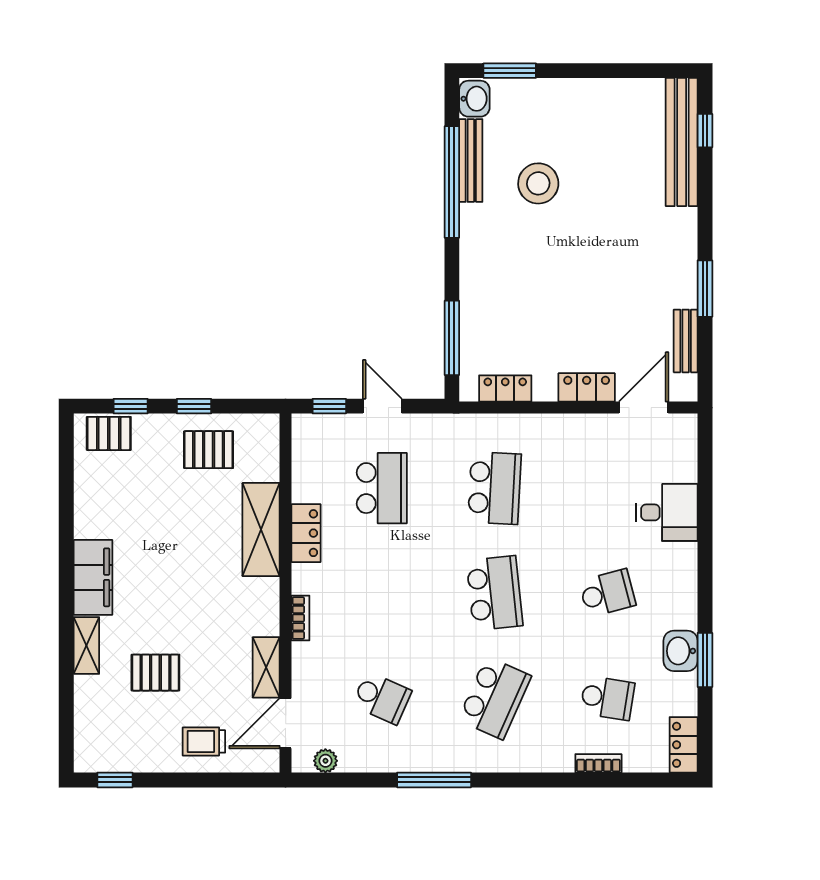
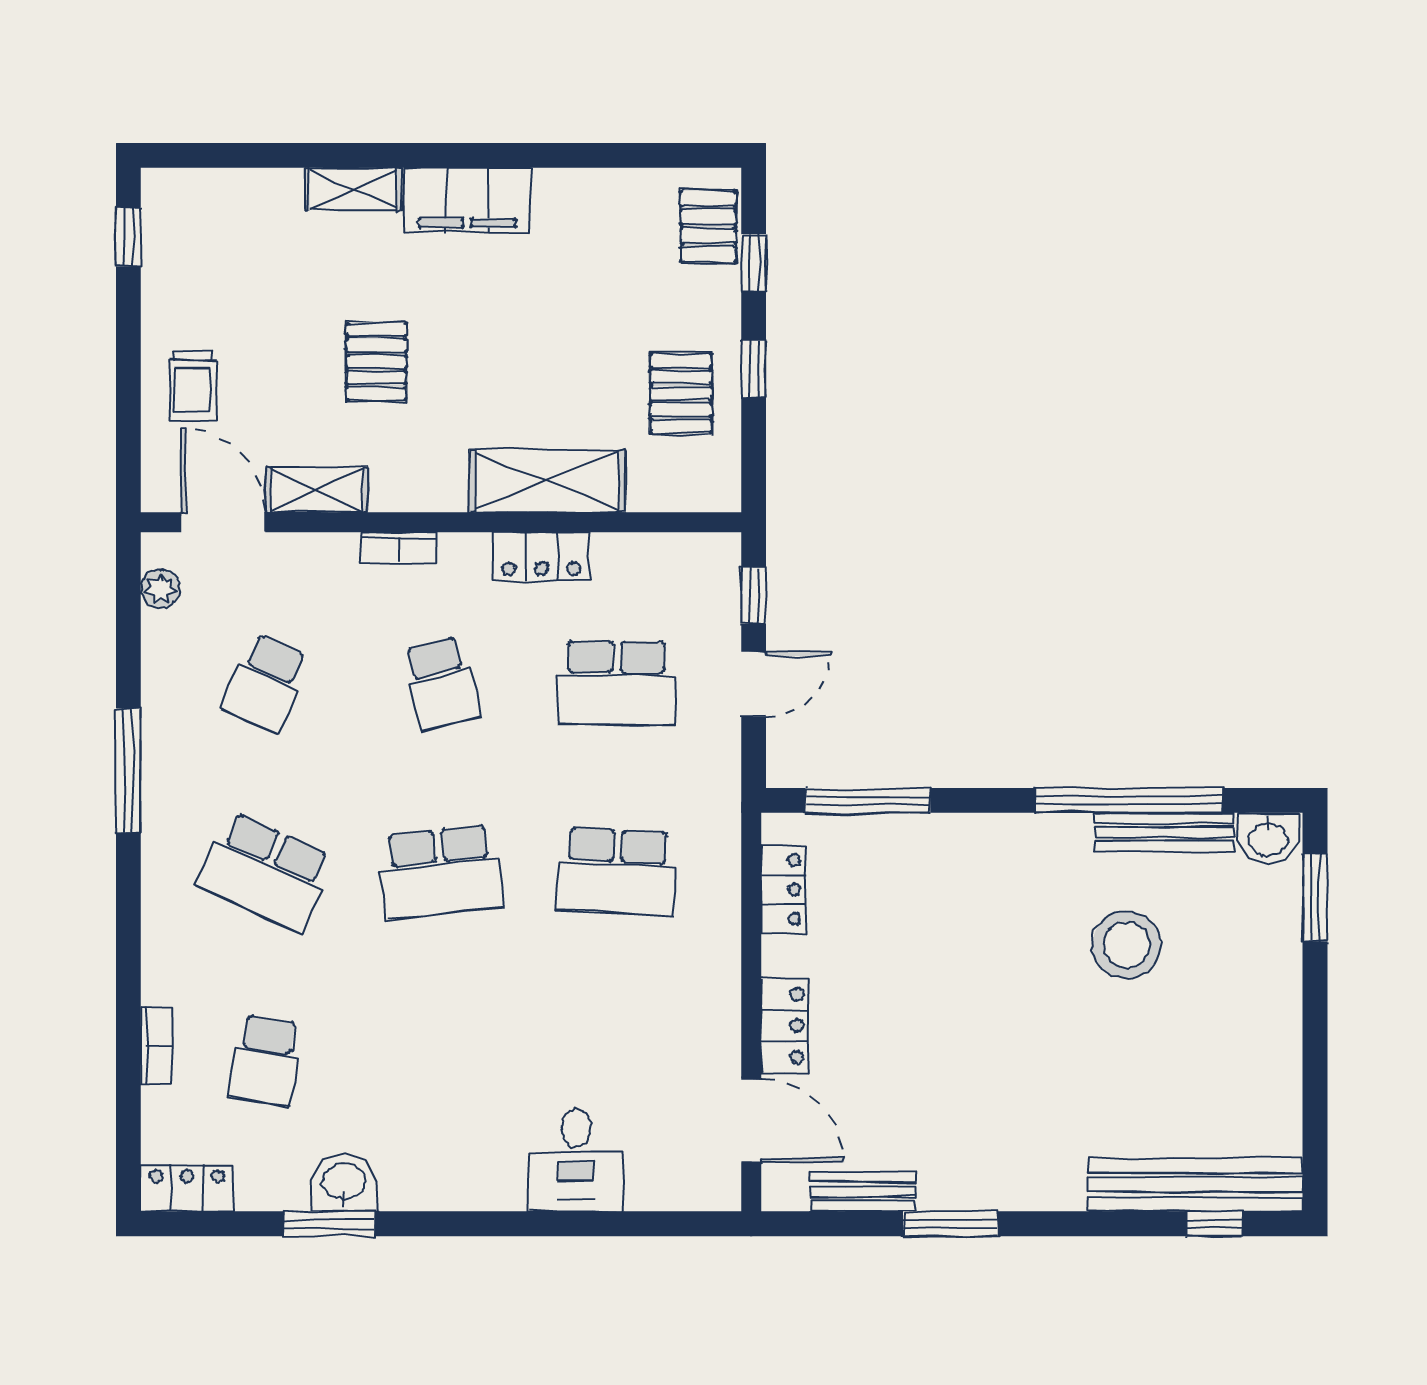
school desk: (607, 593) -> (441, 683), moved
pallet: (155, 673) -> (376, 362), moved
trolley: (204, 741) -> (193, 386), turned 180

